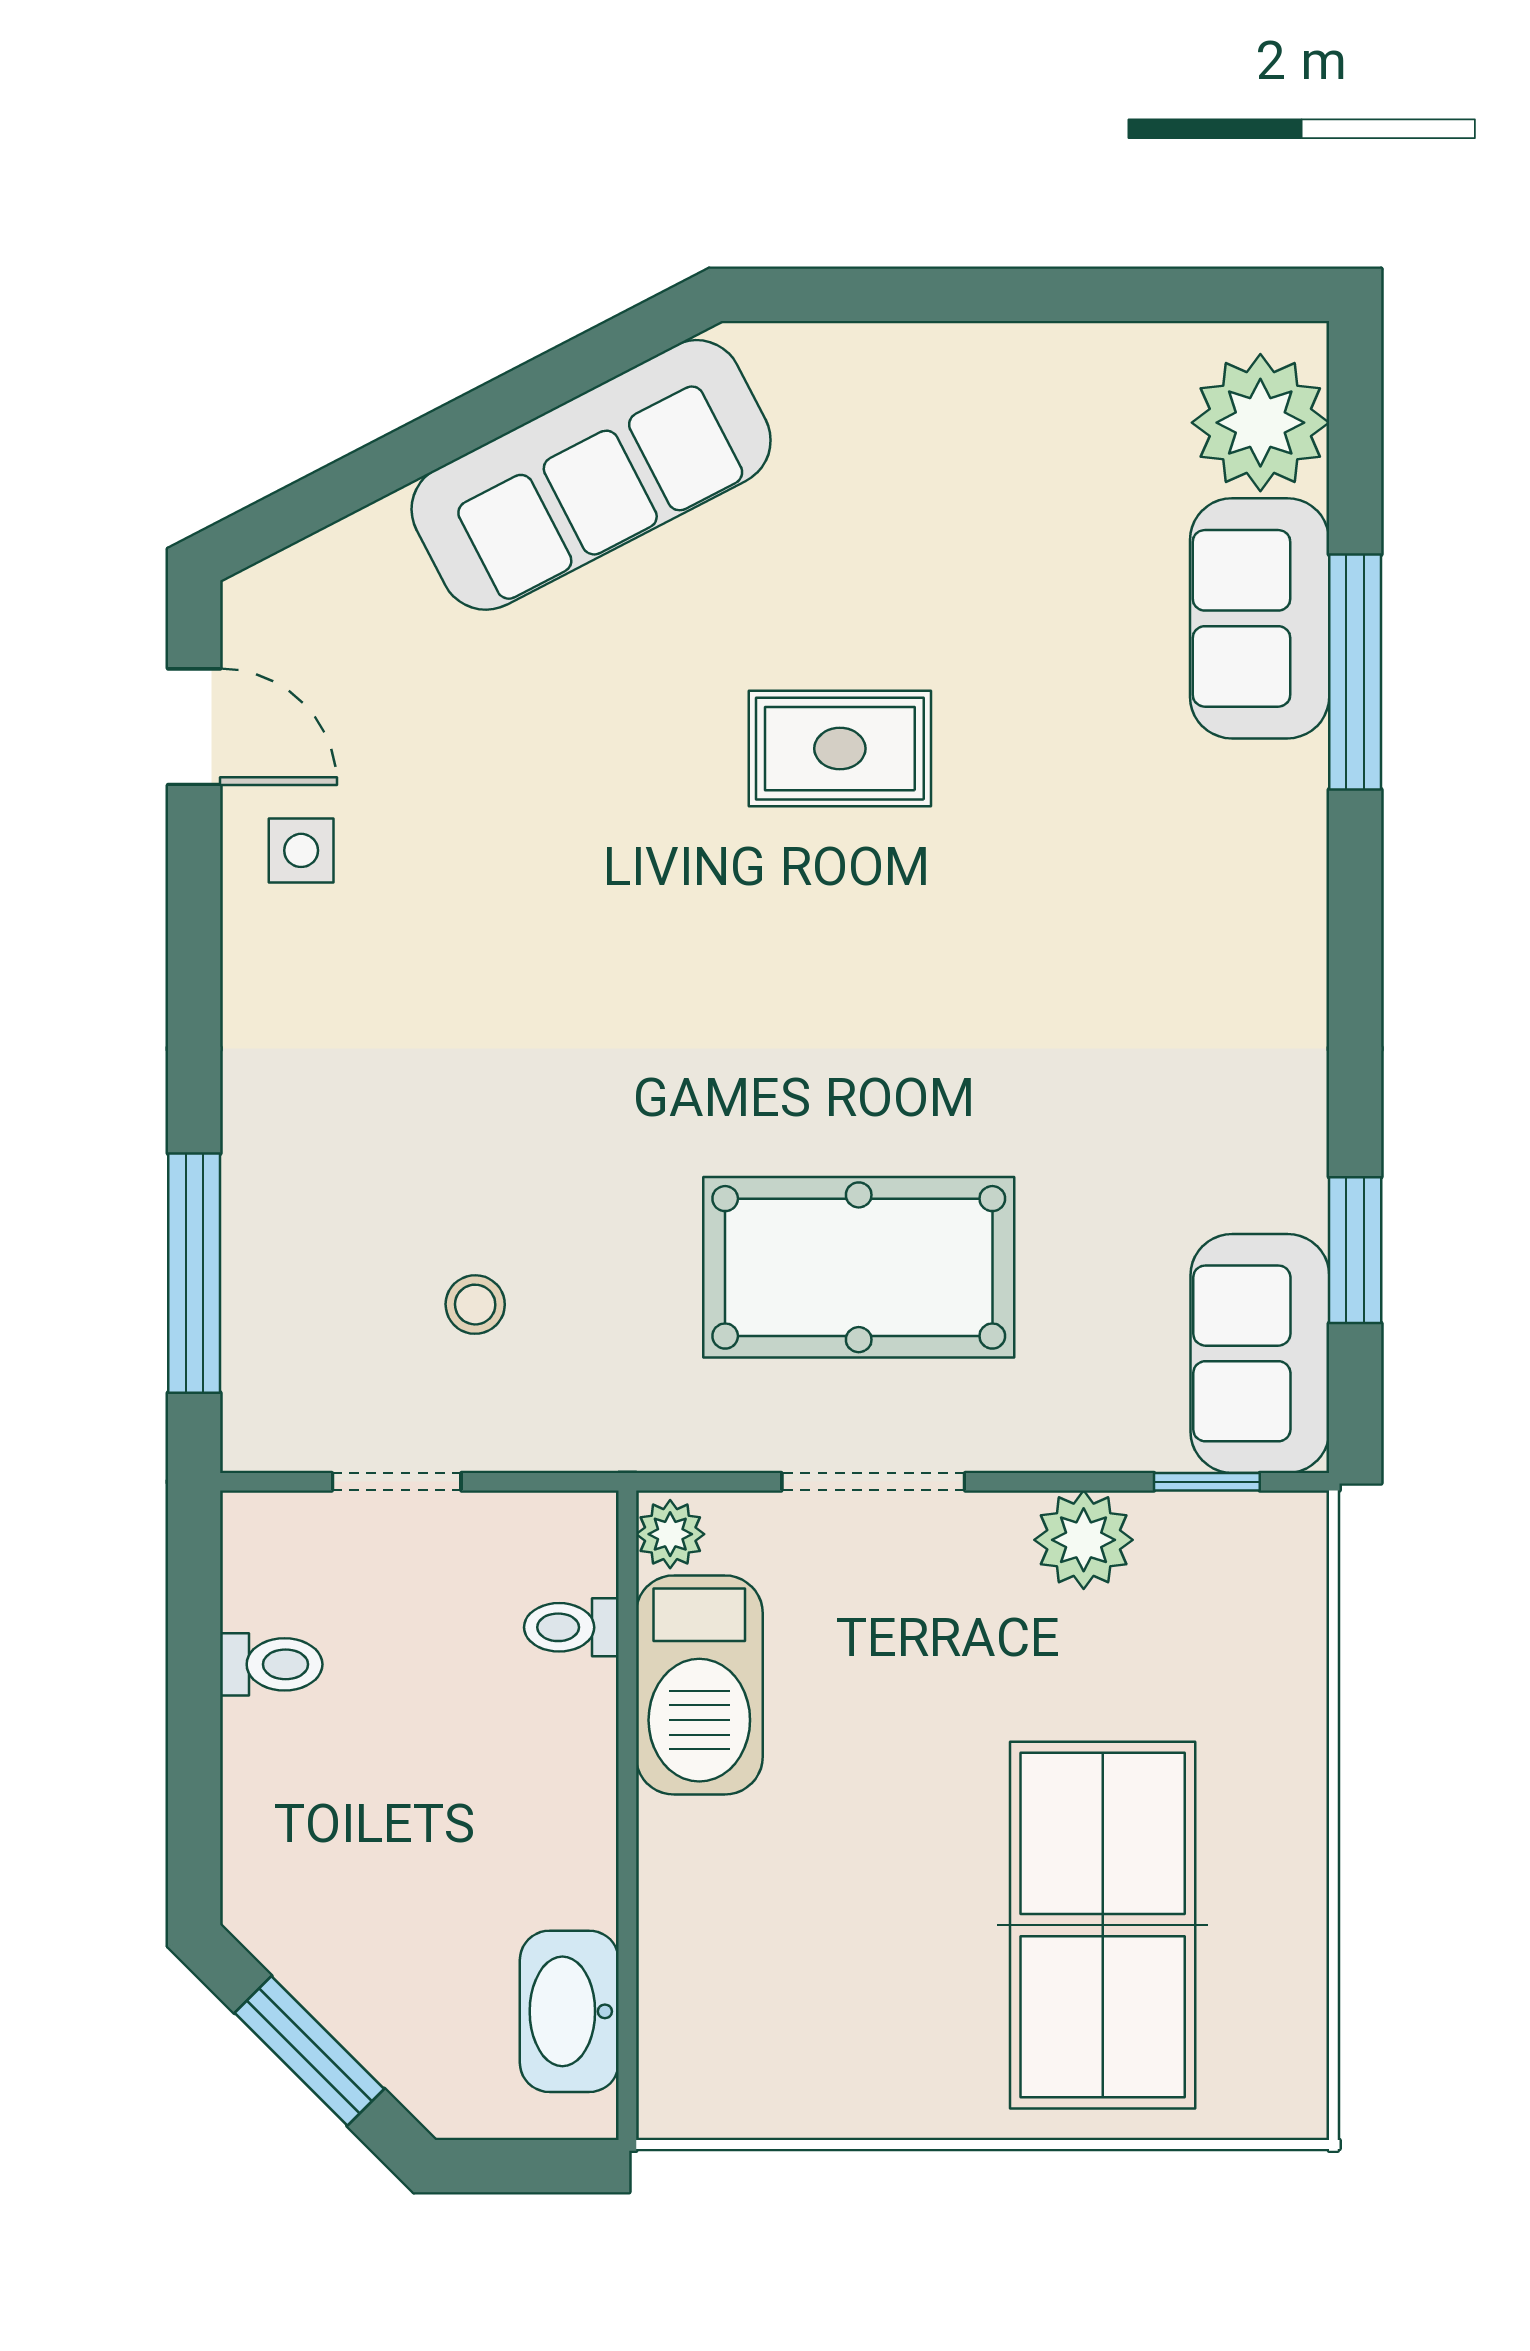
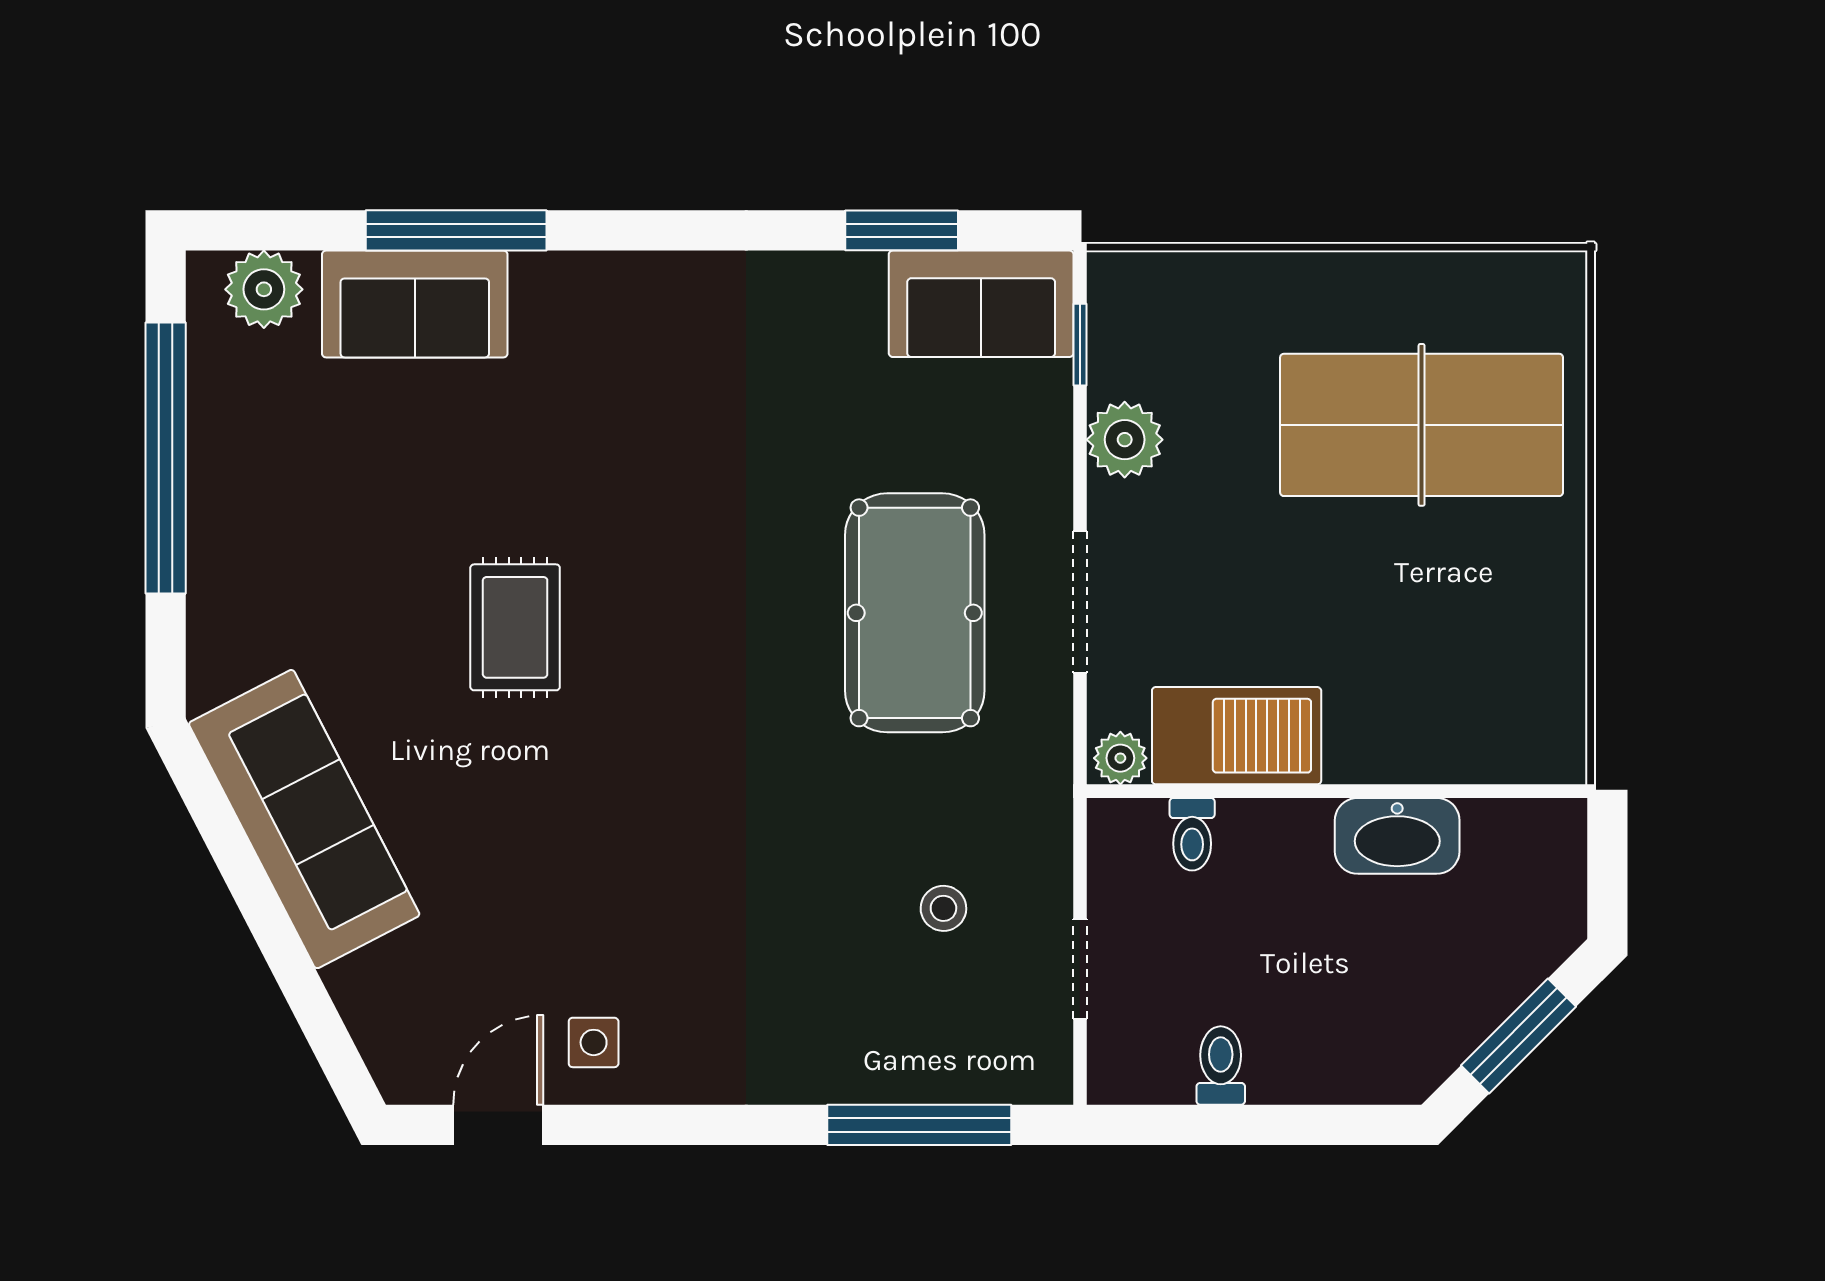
window: (1060, 295) -> (166, 458), added
plant: (1260, 423) -> (264, 289), width x0.73, depth x0.73
washbasin: (569, 2011) -> (1397, 836), moved

